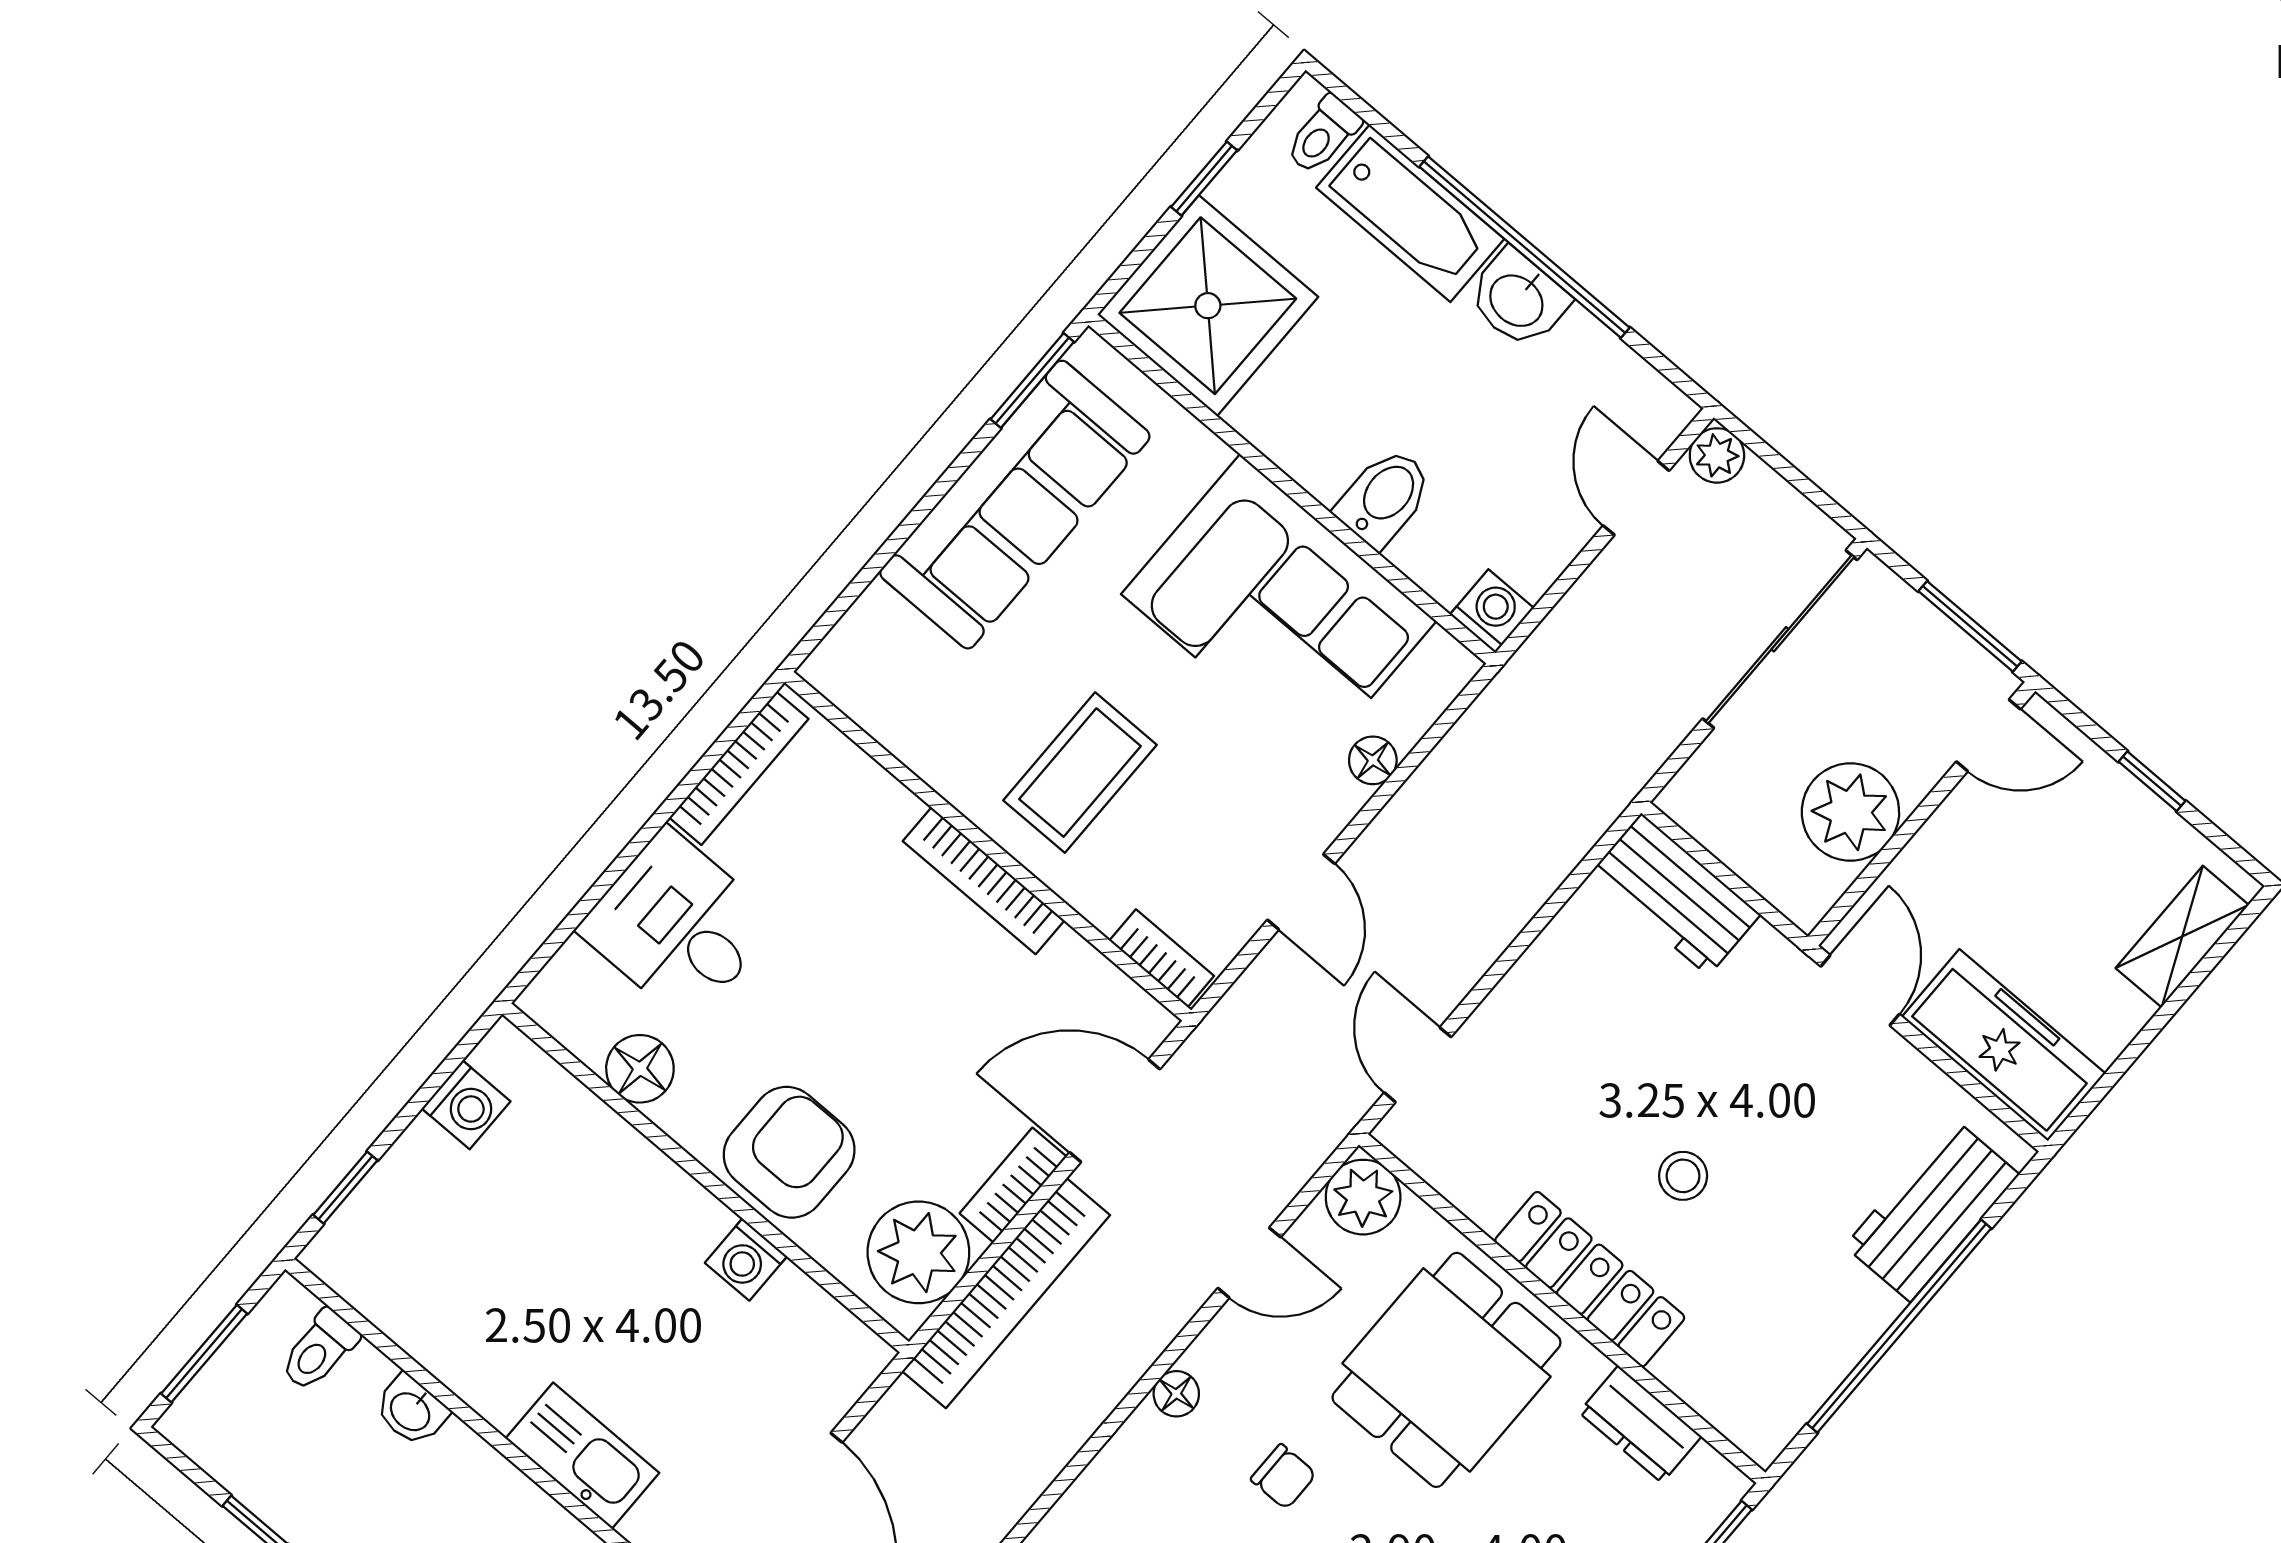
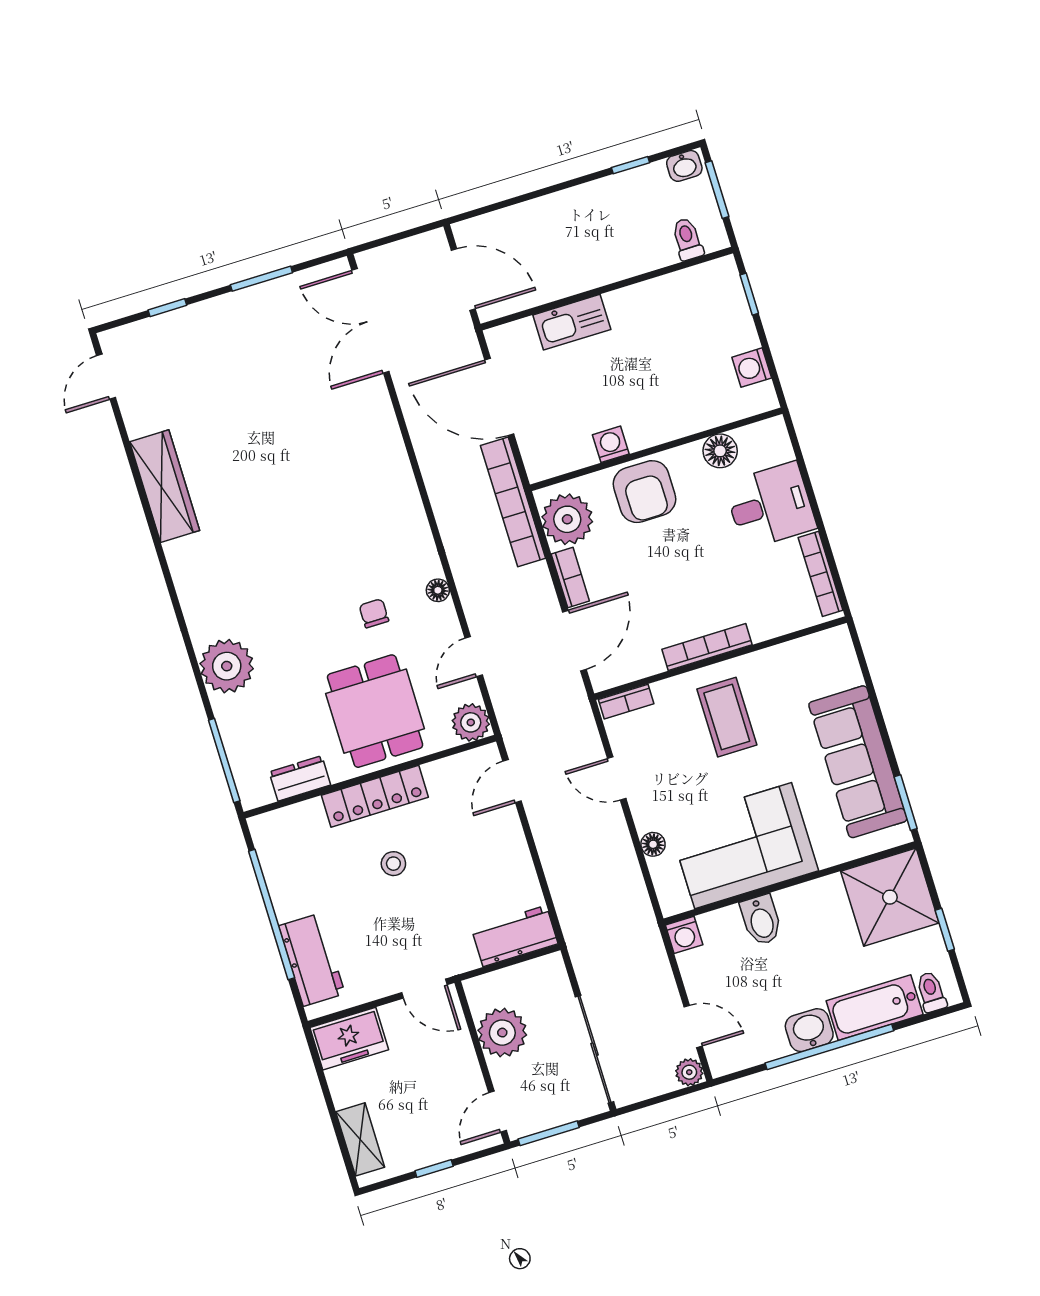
freezer: (2004, 1045) -> (349, 1039), width x0.71
door: (1418, 1065) -> (512, 781), swing flipped
bookcase: (1006, 1293) -> (513, 502), moved
washbasin: (411, 1411) -> (684, 166), moved, turned 180
chair: (1284, 1477) -> (374, 613), turned 90

